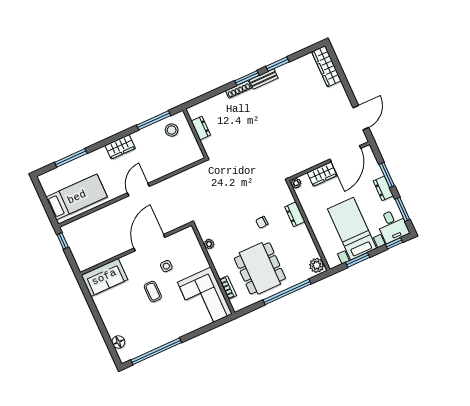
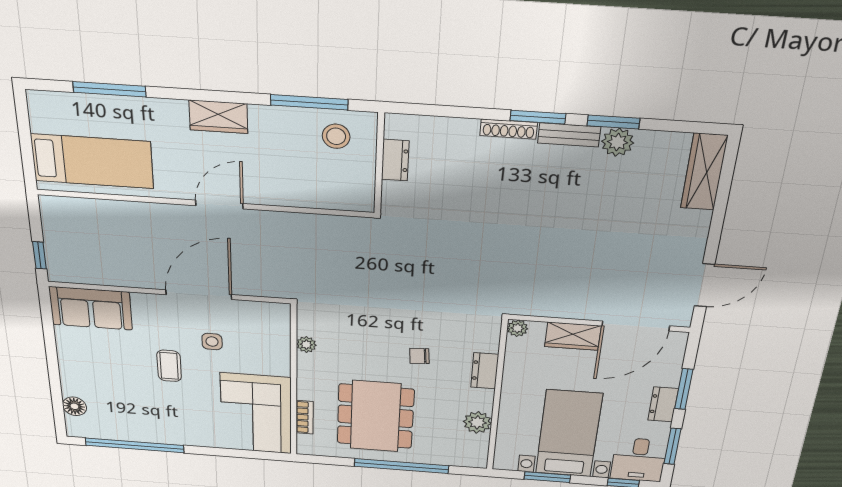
plant: (284, 72) -> (618, 142), added
window: (63, 241) -> (39, 255), moved
plant: (317, 265) -> (477, 422), moved

